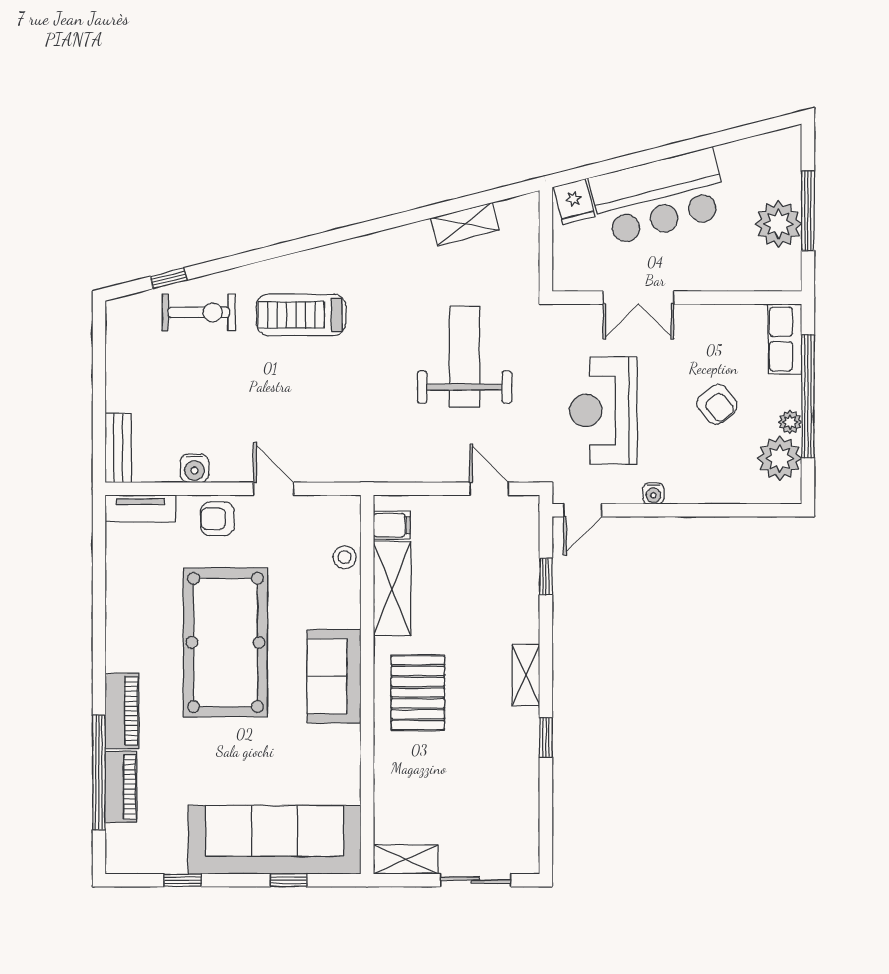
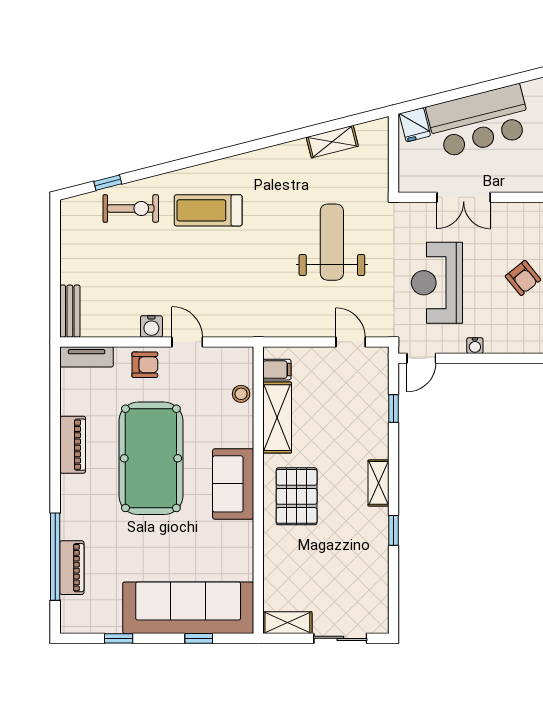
water cooler: (194, 468) -> (151, 326), moved
armchair: (217, 519) -> (145, 365), turned 180
piano: (122, 711) -> (73, 445), moved

